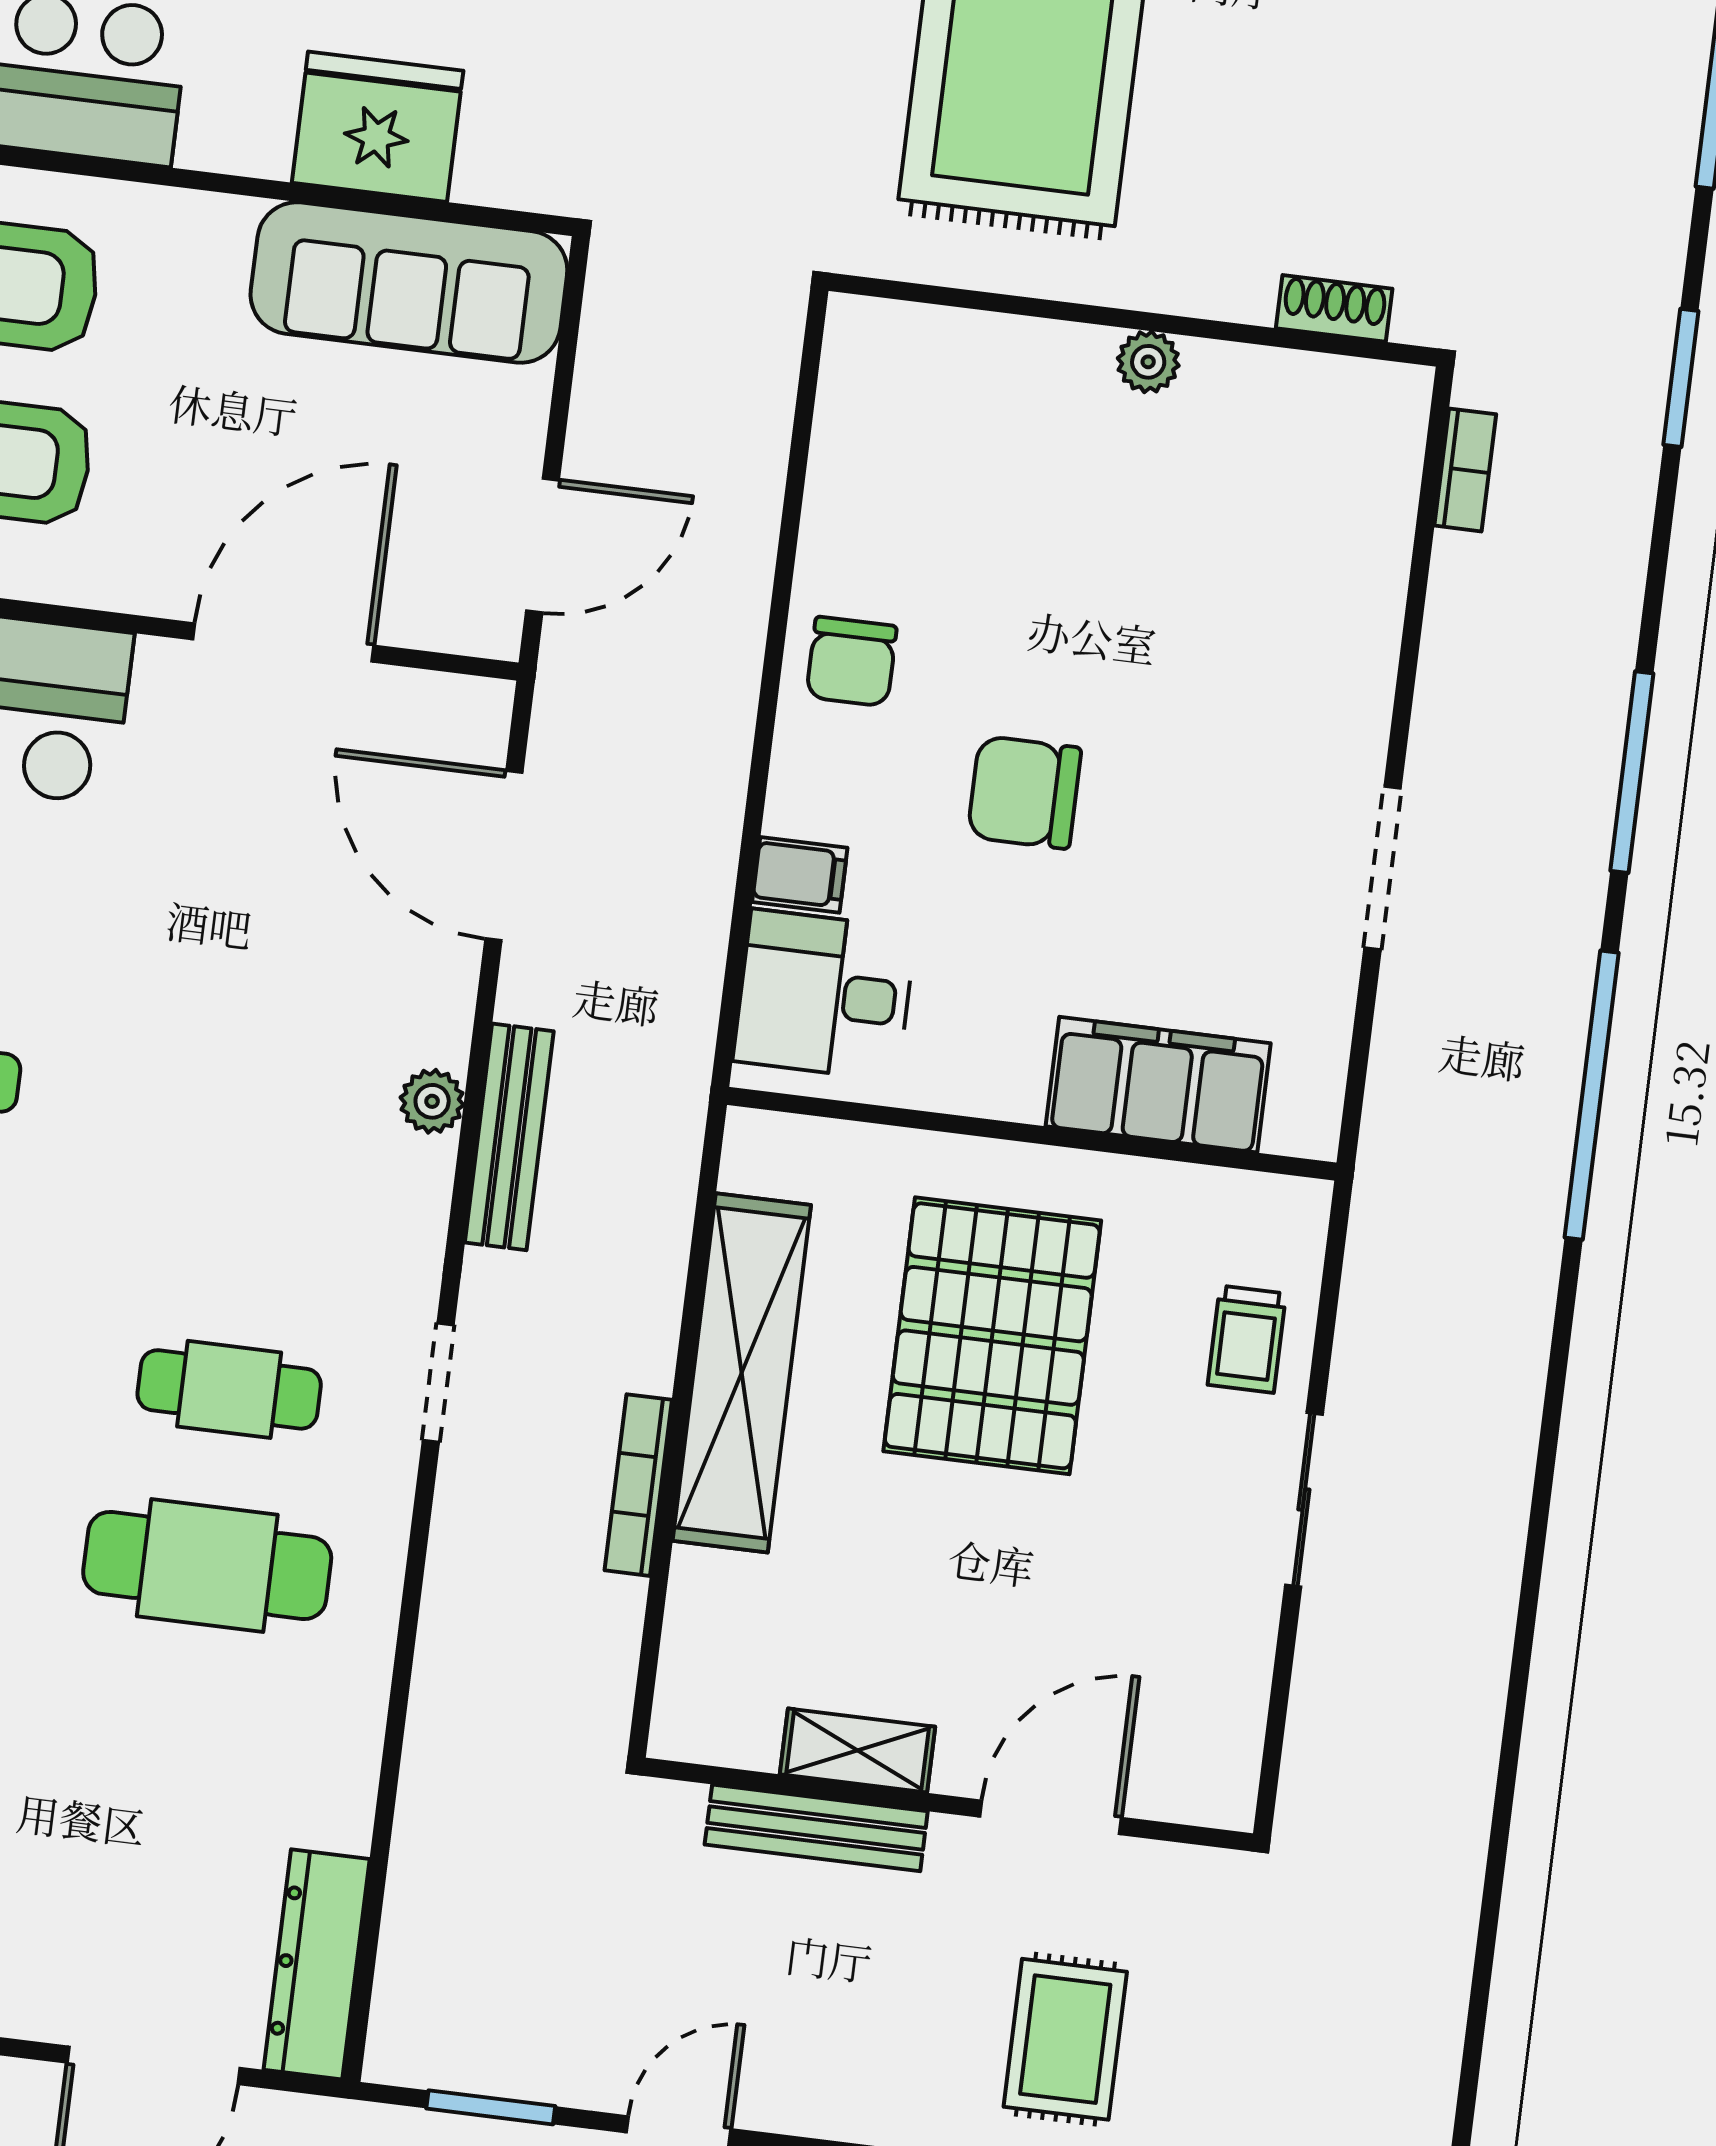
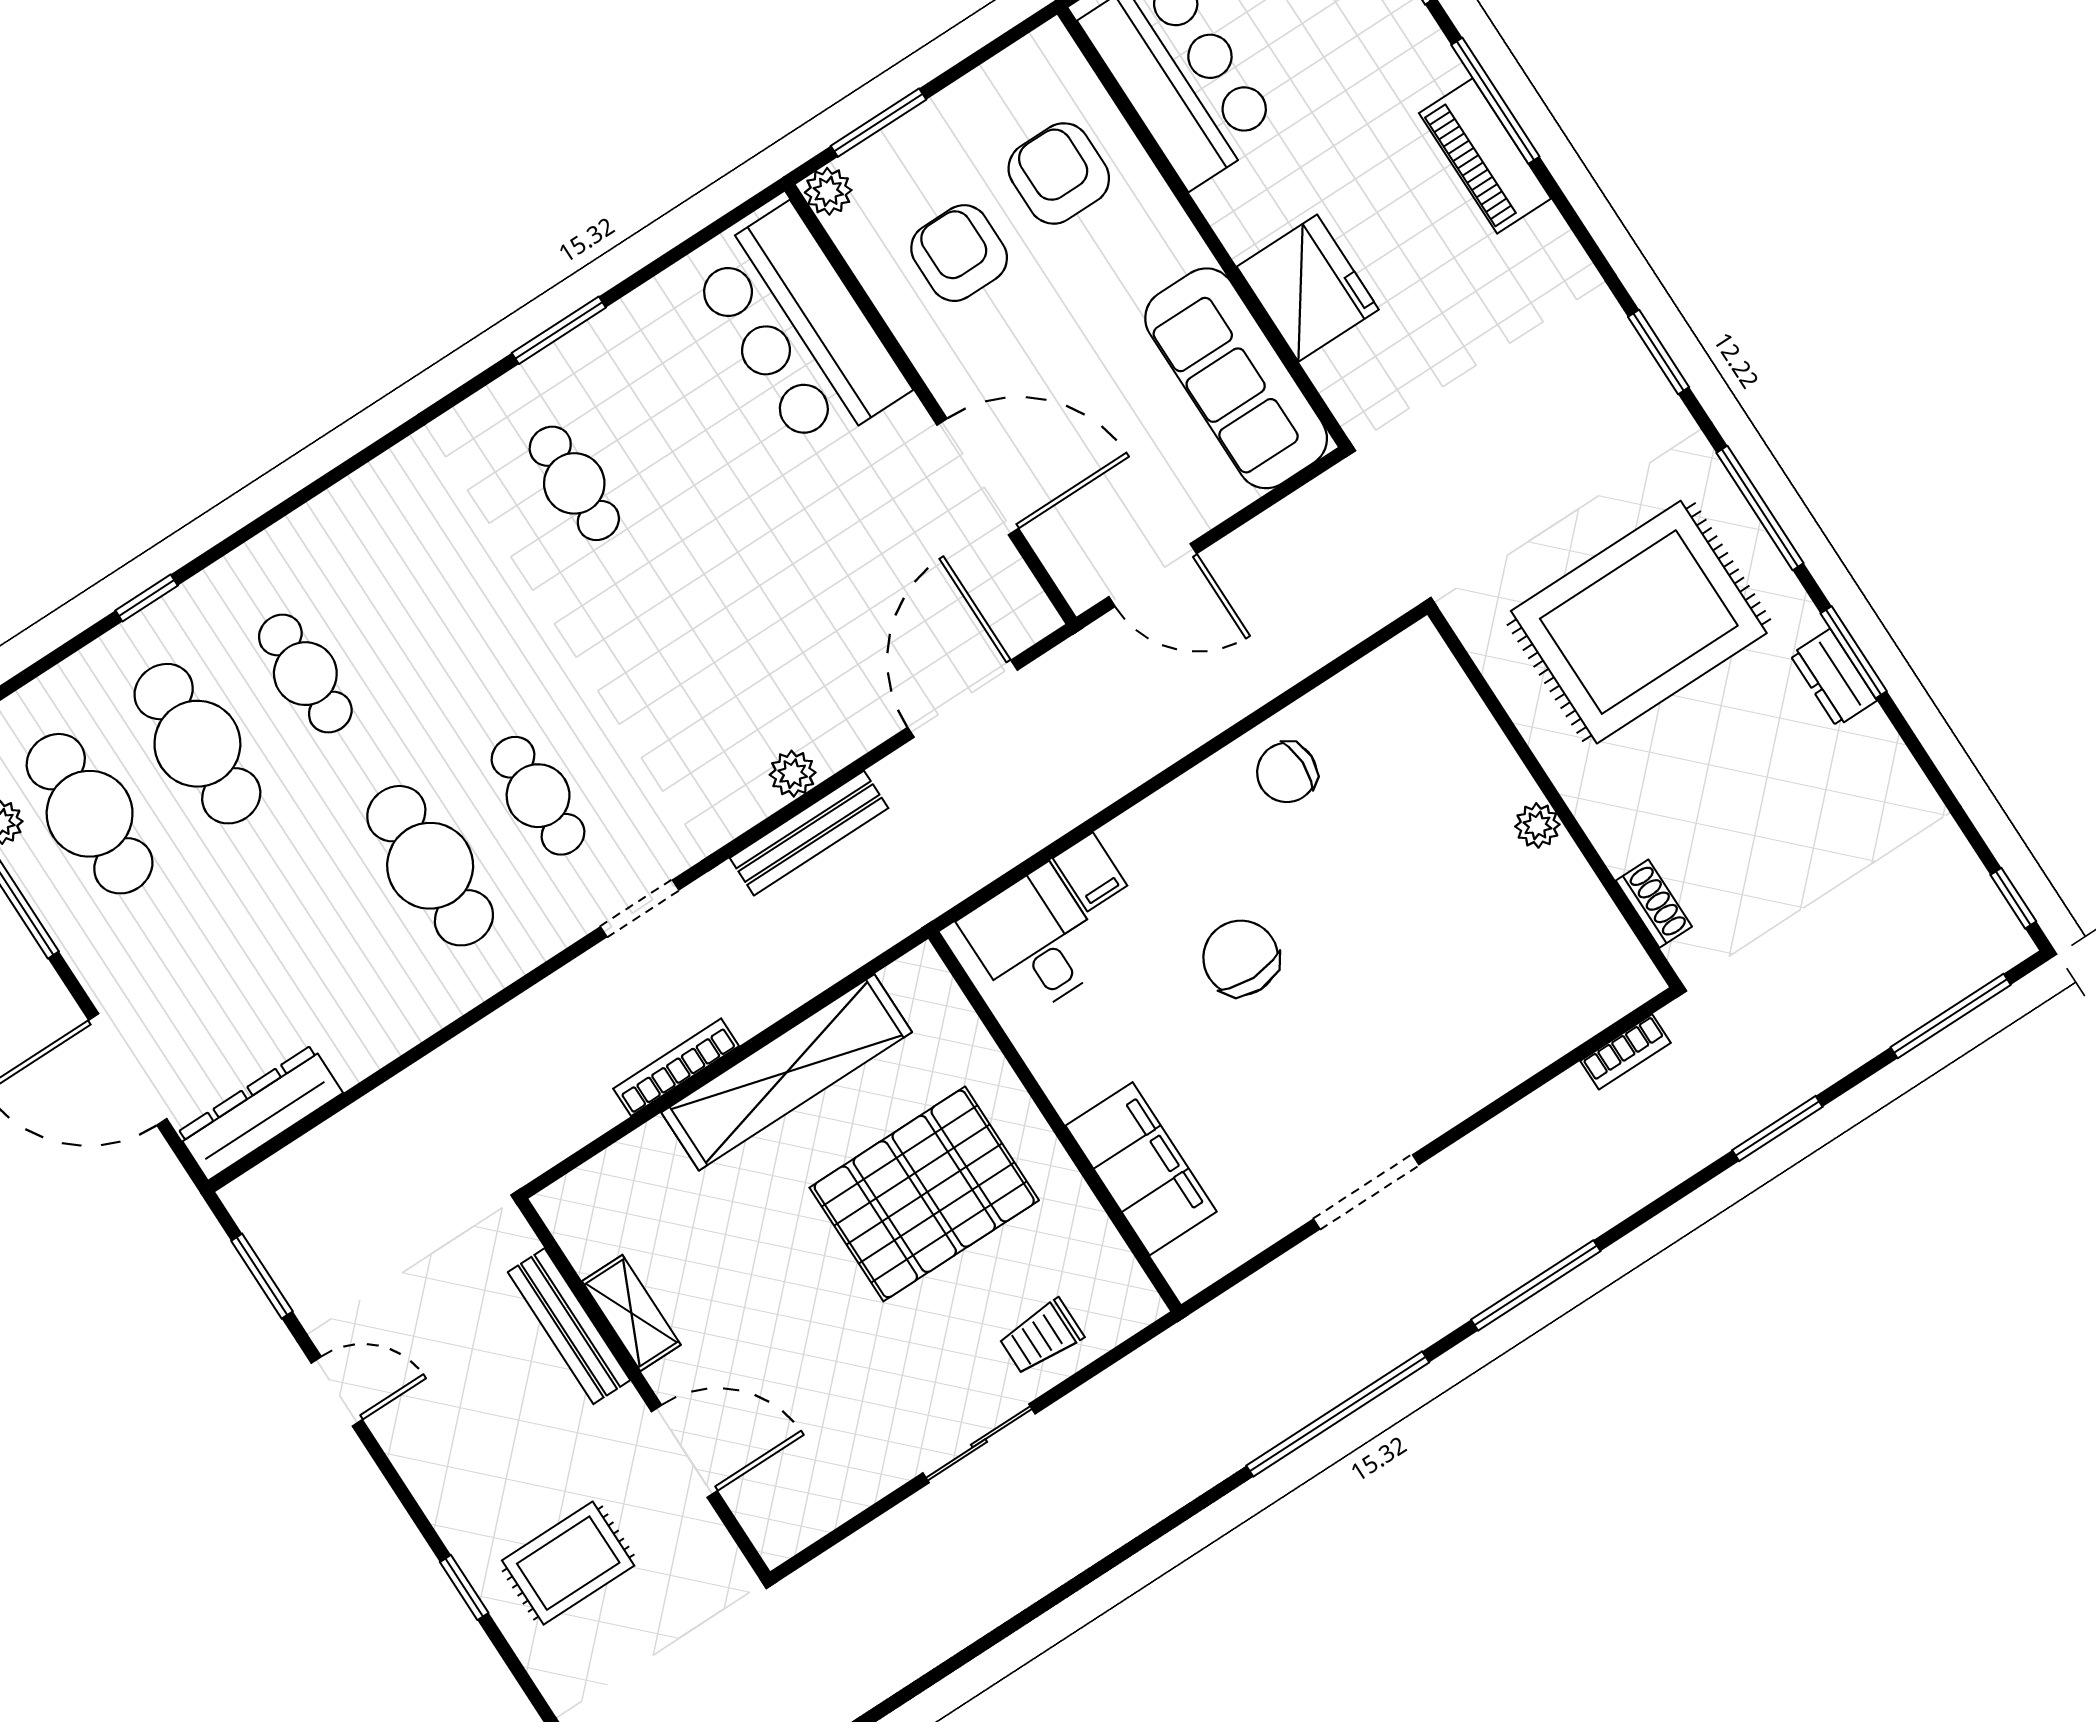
chair: (851, 662) -> (1287, 772), moved

